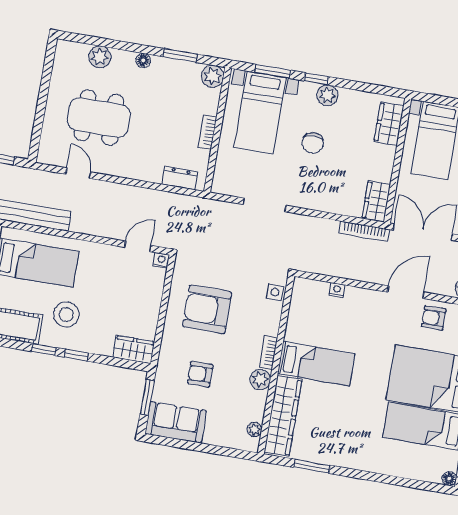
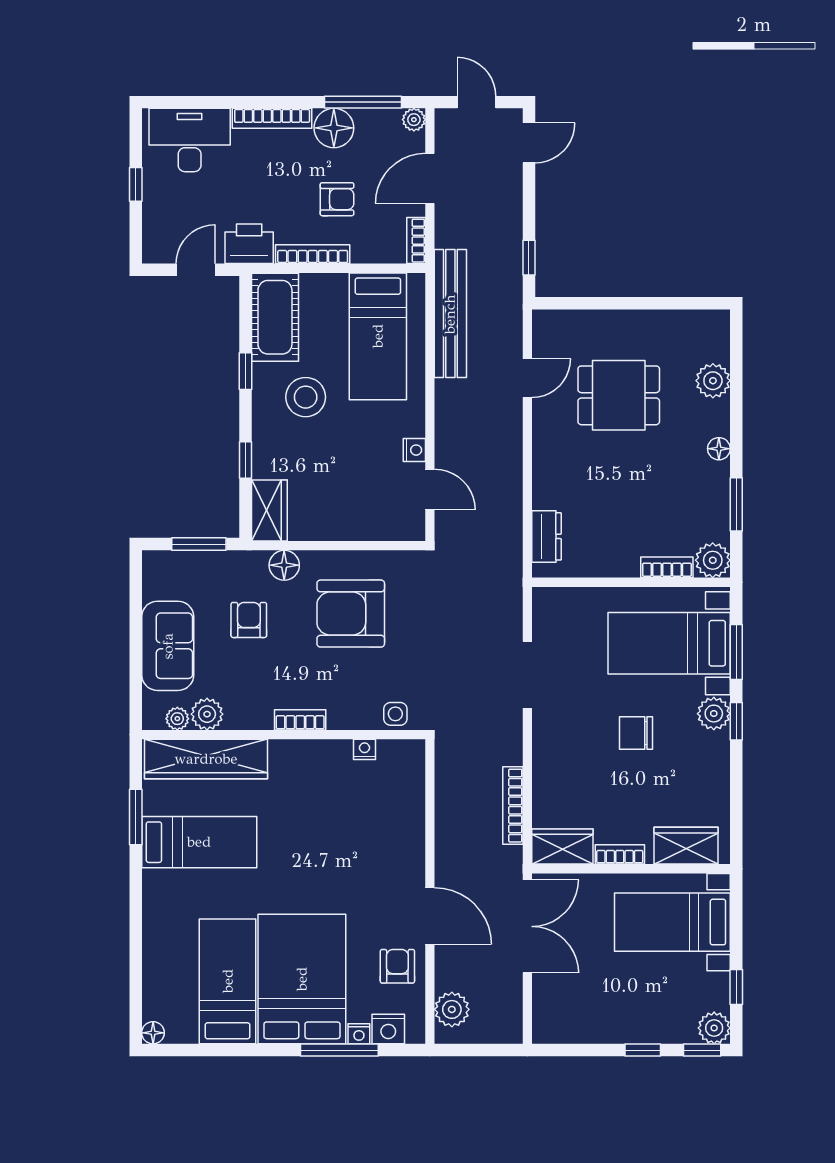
plant: (327, 95) -> (714, 714), moved
dining table: (99, 118) -> (619, 395), width x0.73
bookcase: (207, 132) -> (667, 567), moved
bookcase: (387, 166) -> (620, 854), added
bookcase: (364, 231) -> (513, 806), moved
nightstand: (161, 260) -> (414, 450), moved
nightstand: (337, 290) -> (364, 749), moved, turned -90
armchair: (207, 309) -> (351, 614), turned -90
floor lamp: (170, 346) -> (284, 565), added
window: (76, 355) -> (245, 460), moved
bed: (316, 364) -> (199, 842), moved, turned -90
plant: (260, 379) -> (207, 714), moved
sofa: (176, 422) -> (168, 646), moved

